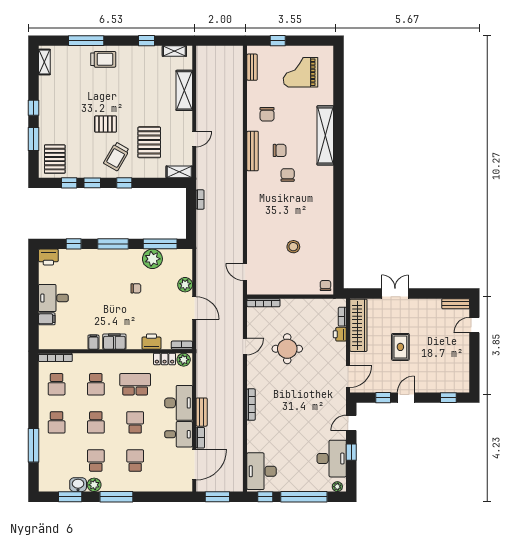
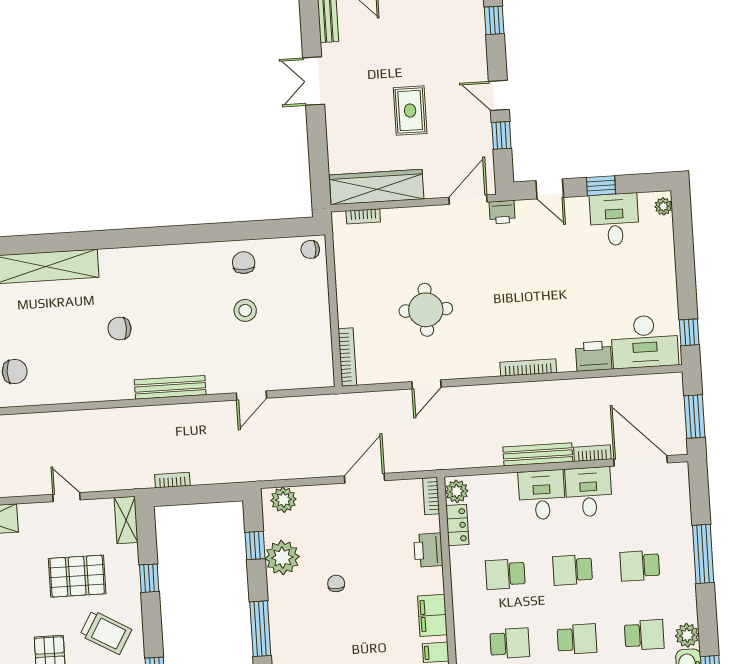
chair: (280, 150) -> (244, 263), moved
bench: (253, 151) -> (170, 387), moved
window: (124, 183) -> (149, 578), moved
window: (160, 244) -> (255, 545), width x0.46
door: (245, 272) -> (251, 395), moved
plant: (185, 285) -> (283, 500), moved
double door: (395, 293) -> (314, 81), moved
printer: (340, 334) -> (502, 212), moved
door: (245, 346) -> (426, 384), swing flipped
rug: (400, 347) -> (410, 111), turned 90
door: (348, 376) -> (468, 200), hinge flipped
school desk: (135, 384) -> (505, 574), width x0.54
desk: (179, 403) -> (542, 495), width x0.73
bench: (202, 412) -> (538, 454), width x1.36
printer: (255, 442) -> (594, 356), added
desk: (332, 459) -> (614, 220), width x0.73
school desk: (96, 461) -> (644, 635), turned 180
window: (116, 497) -> (703, 554), moved
window: (304, 497) -> (685, 264), removed

